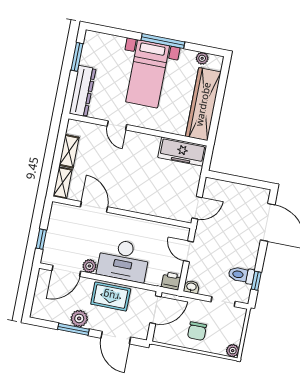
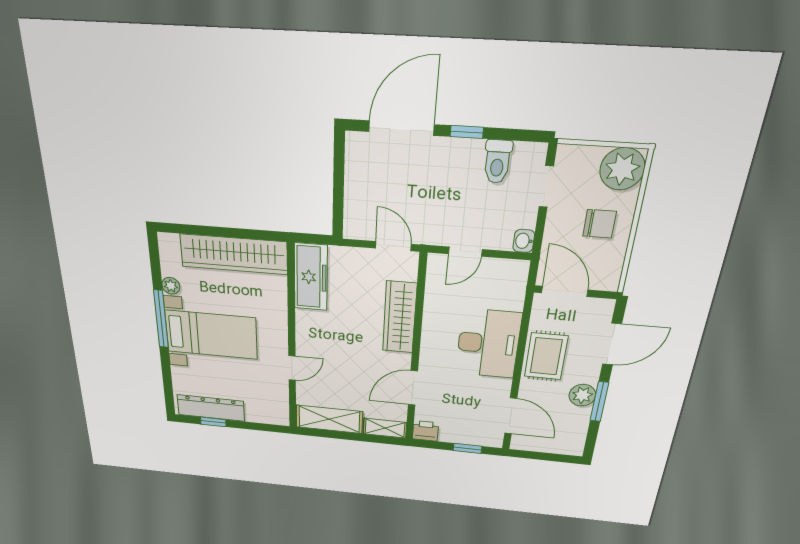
window: (77, 57) -> (213, 422), width x0.67
plant: (202, 58) -> (171, 286), moved
dresser: (83, 91) -> (211, 408), moved
shelving: (69, 151) -> (329, 419), width x1.50, depth x1.33
wardrobe: (148, 205) -> (400, 317), added
plant: (89, 266) -> (501, 388), removed
printer: (171, 281) -> (425, 431), moved, turned 90
window: (256, 281) -> (467, 132), moved
plant: (233, 351) -> (622, 169), width x1.88, depth x1.88

